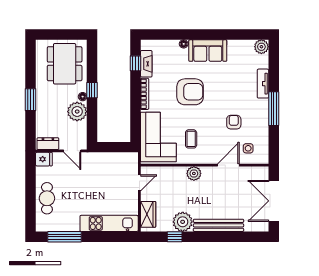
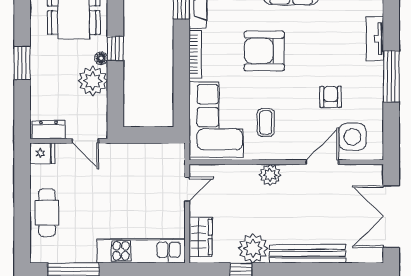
armchair: (190, 92) -> (264, 51), turned 180
side table: (248, 148) -> (352, 137), width x1.87, depth x1.87

